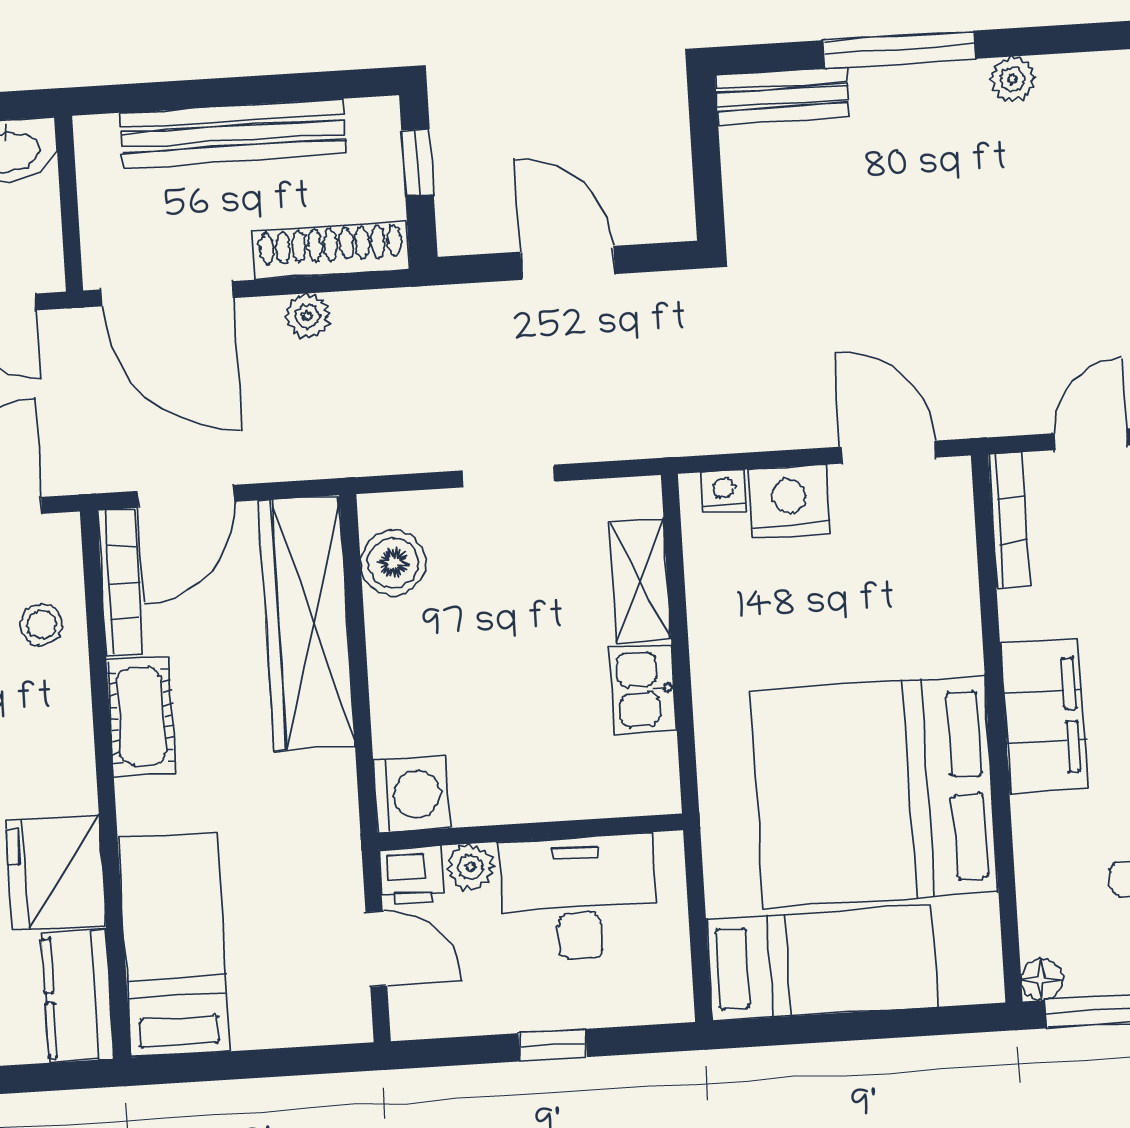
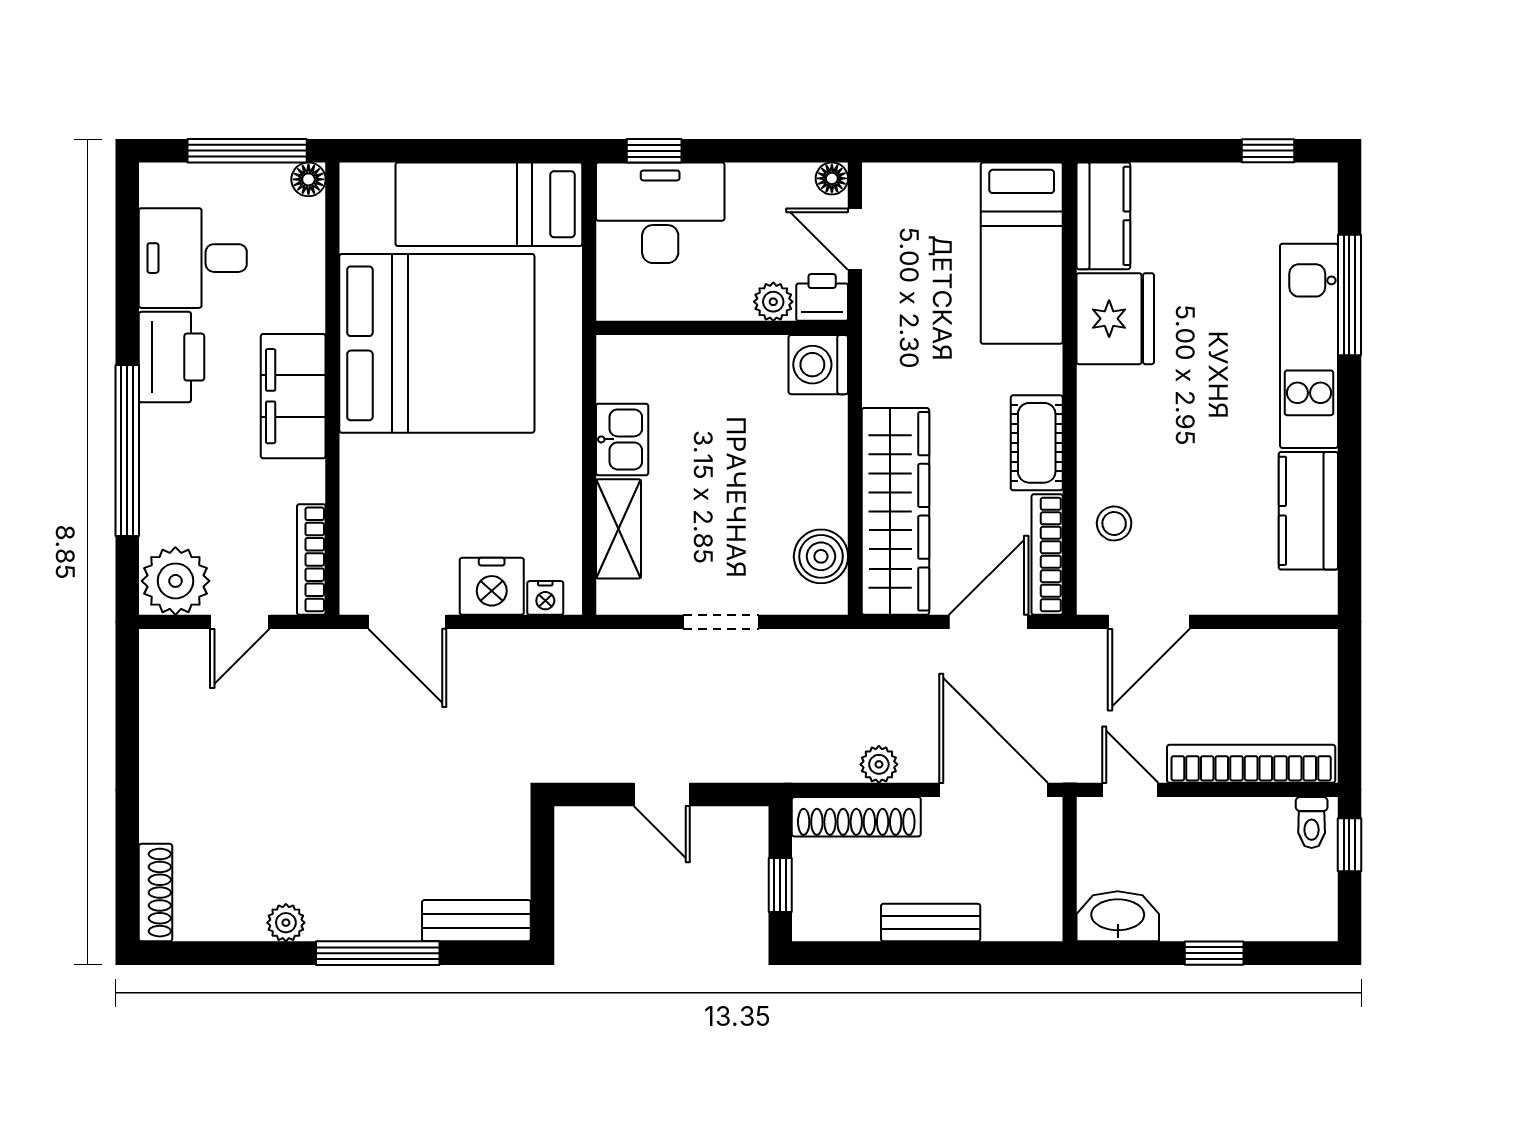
bench: (233, 133) -> (931, 923), width x0.54, depth x0.82
door: (568, 263) -> (662, 794), width x0.73
desk: (578, 898) -> (660, 213), moved, turned 180
floor lamp: (409, 1021) -> (832, 178), added
window: (553, 1045) -> (654, 151), moved

